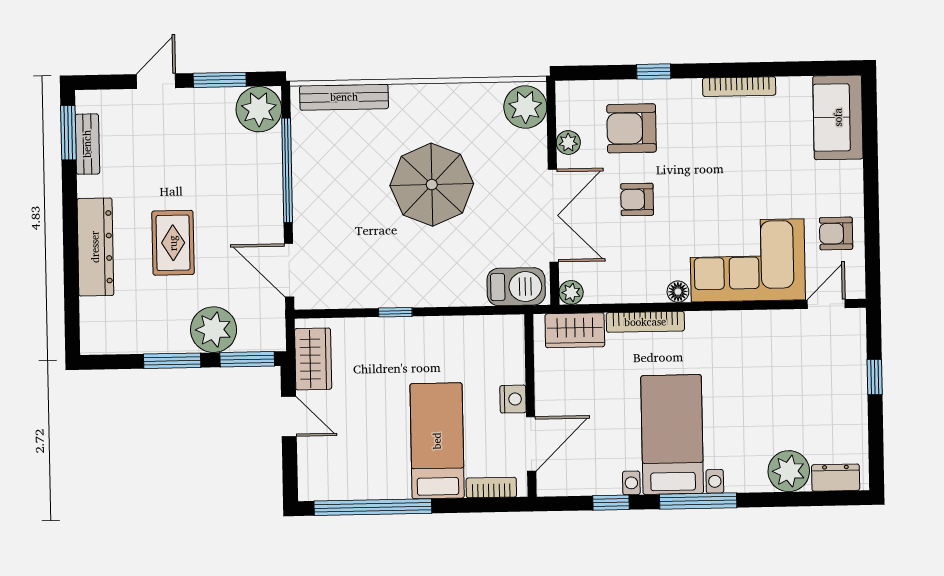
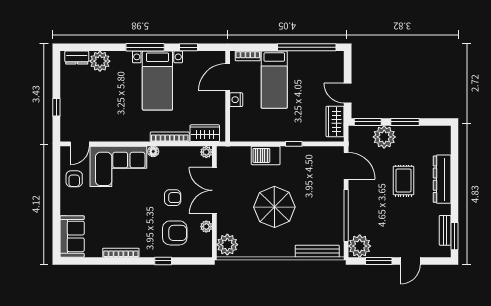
armchair: (836, 233) -> (74, 179), turned 90
barbecue: (516, 287) -> (266, 155), moved

